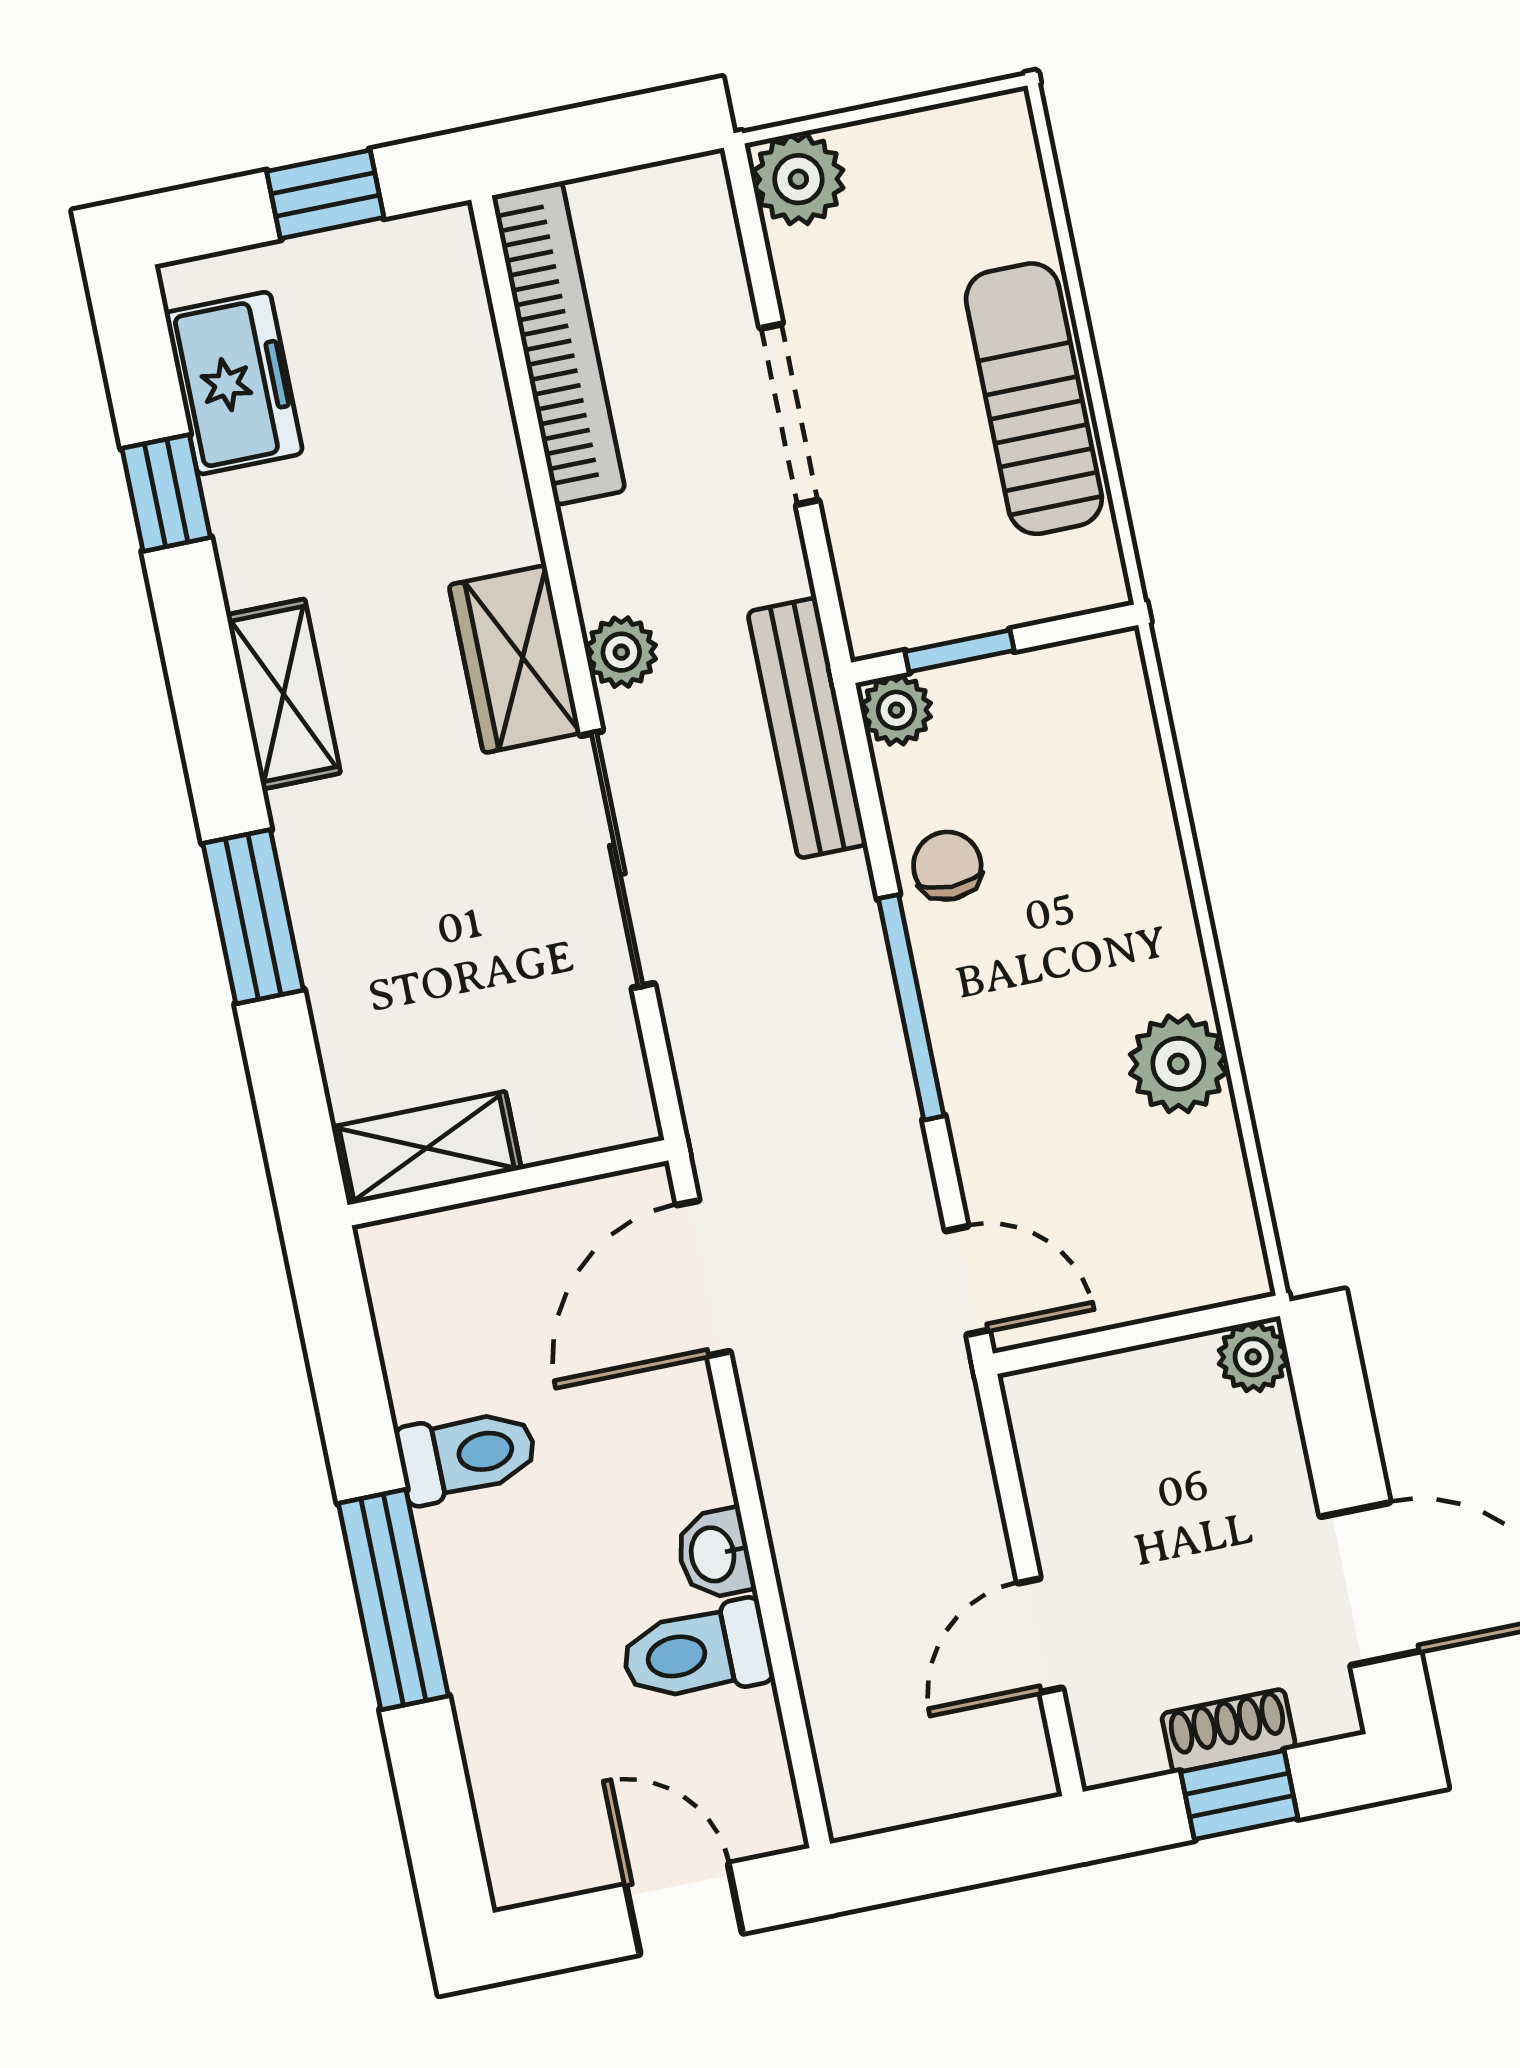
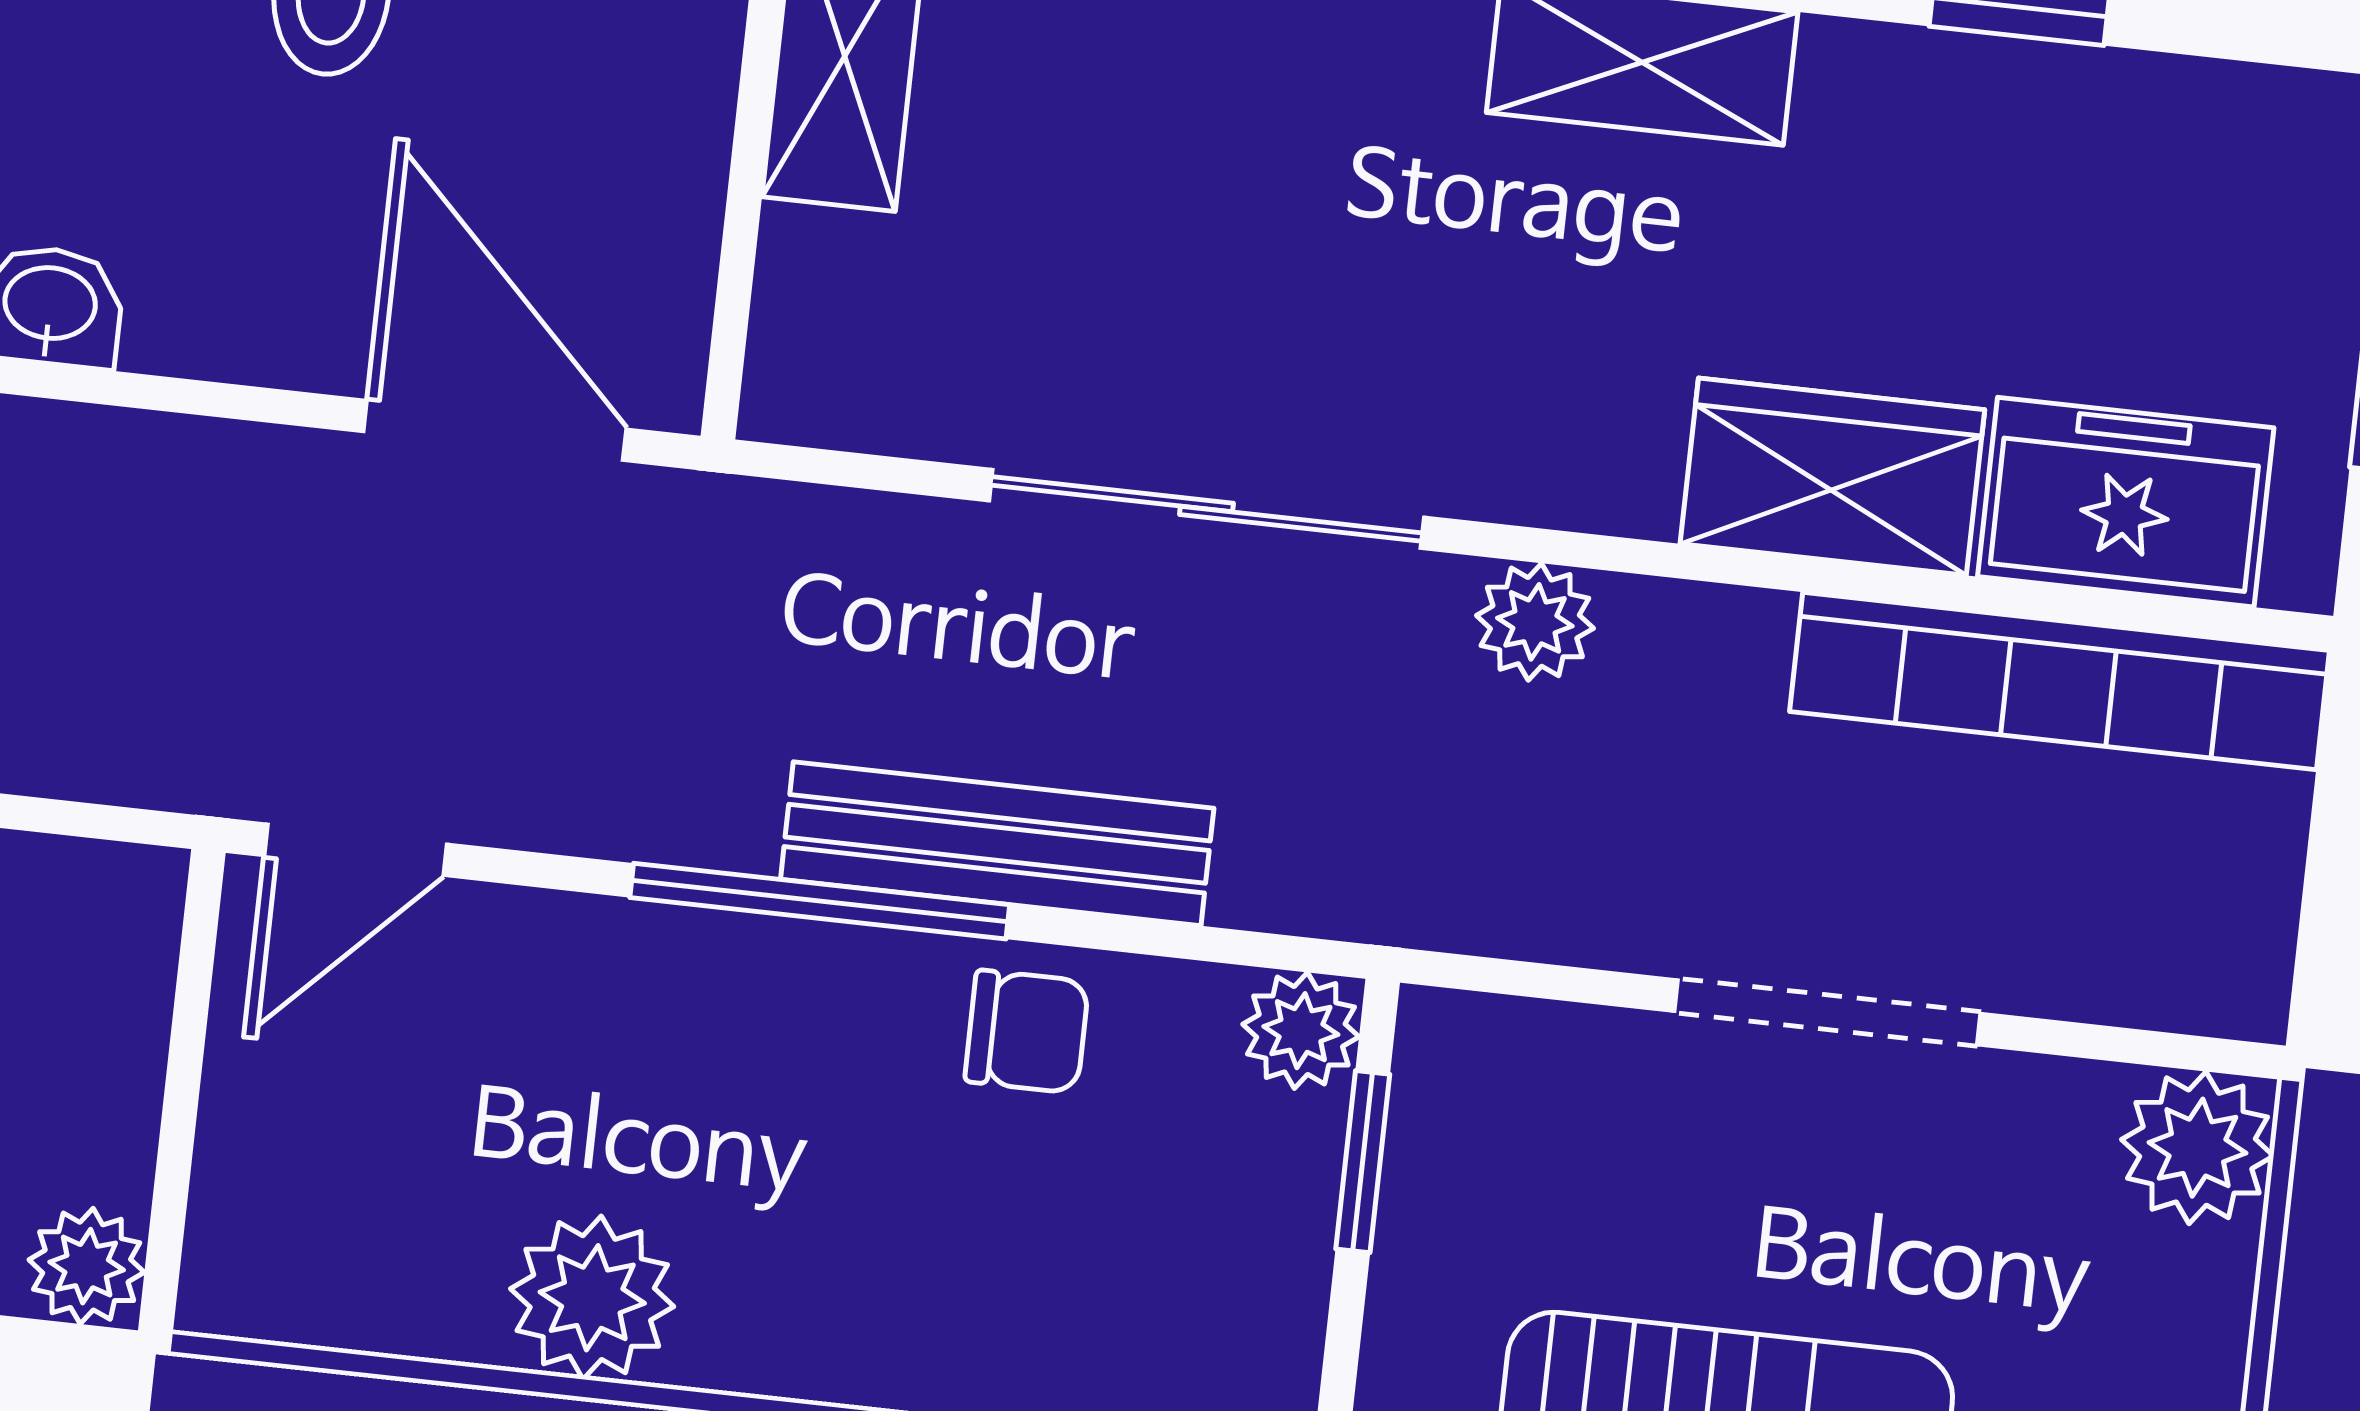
freezer: (234, 383) -> (2126, 502), moved, turned 180
wardrobe: (515, 659) -> (1832, 477), moved
bench: (807, 728) -> (997, 844), moved

